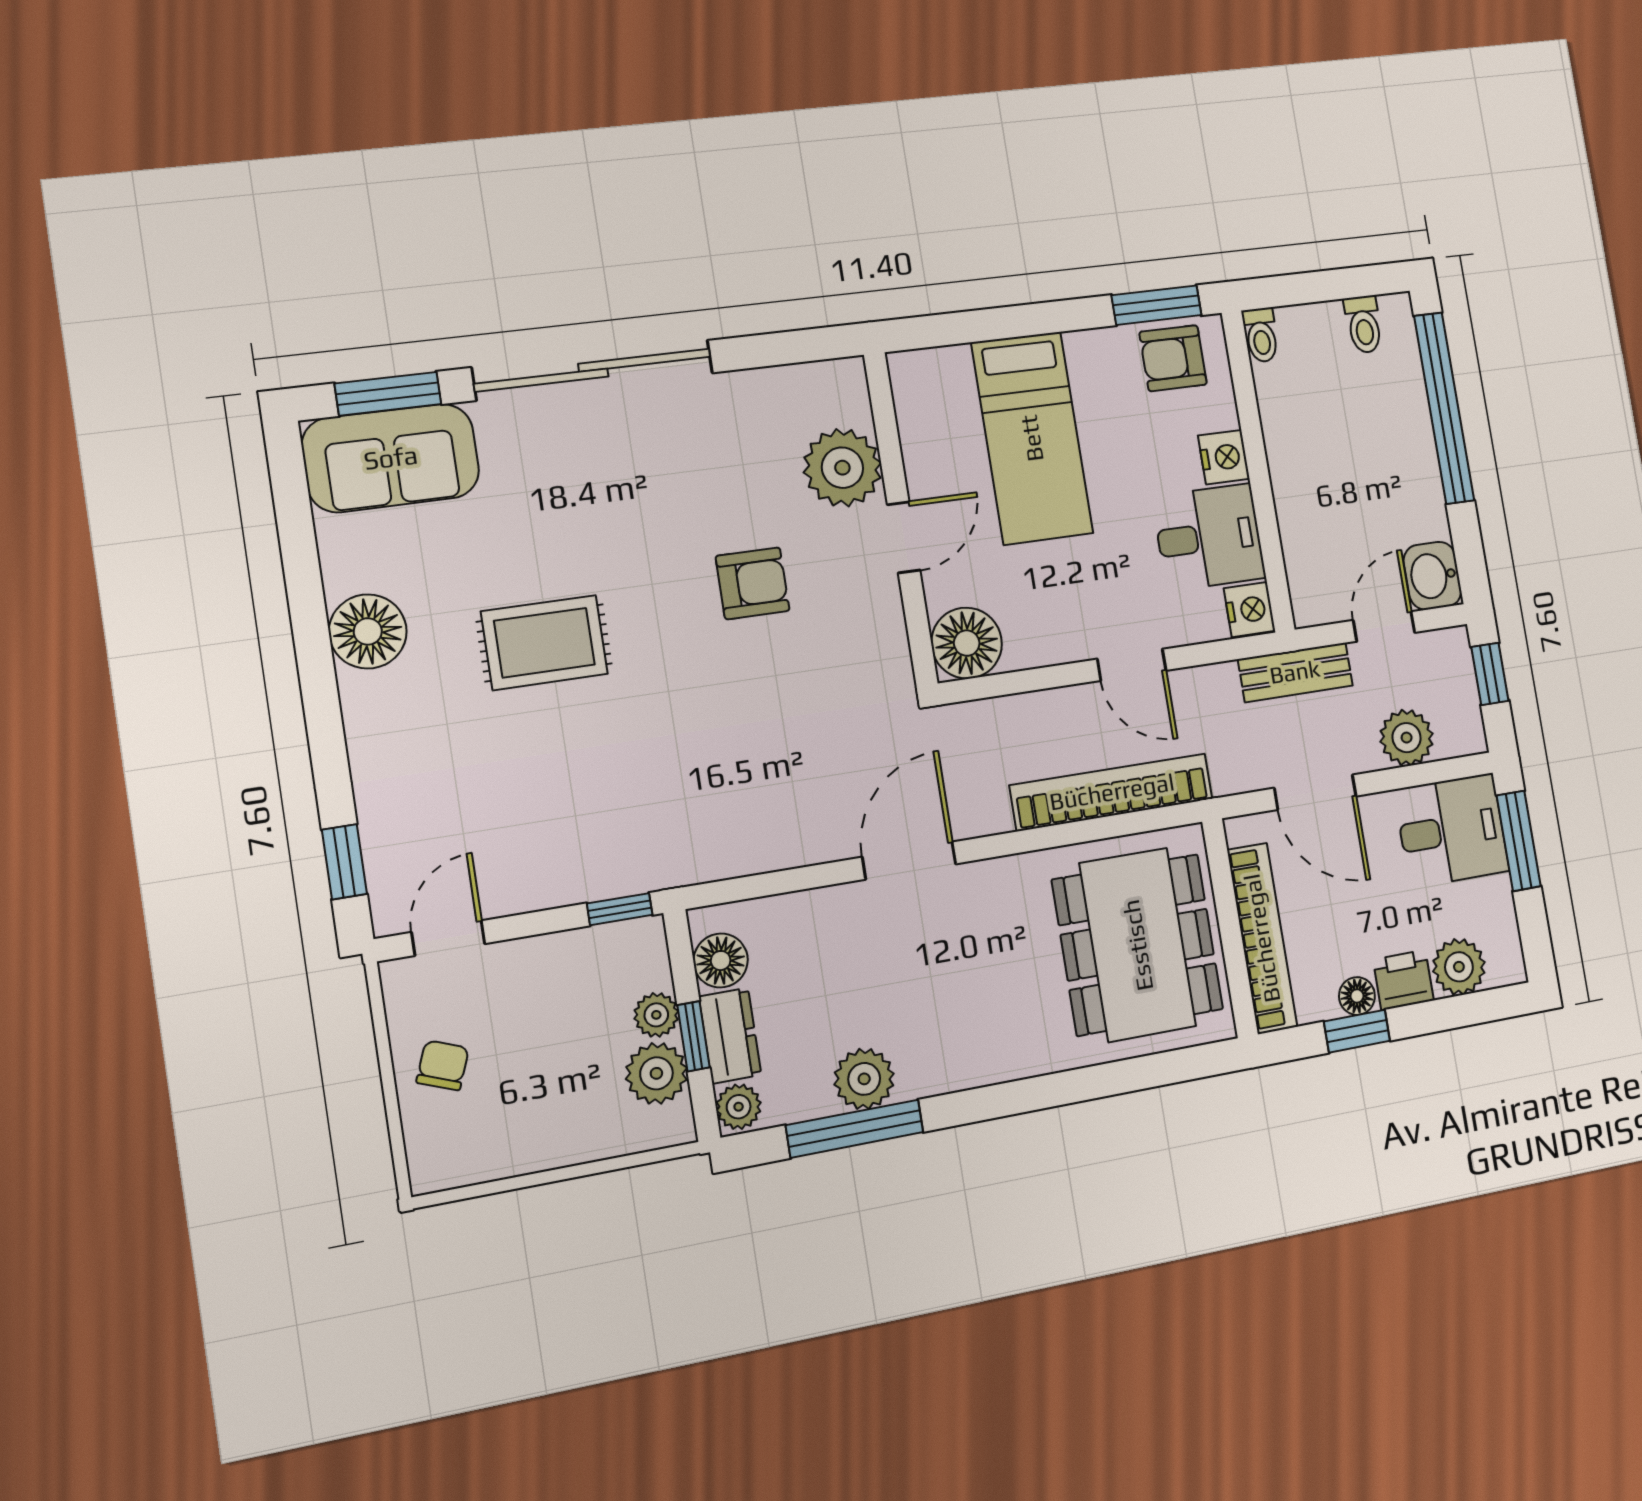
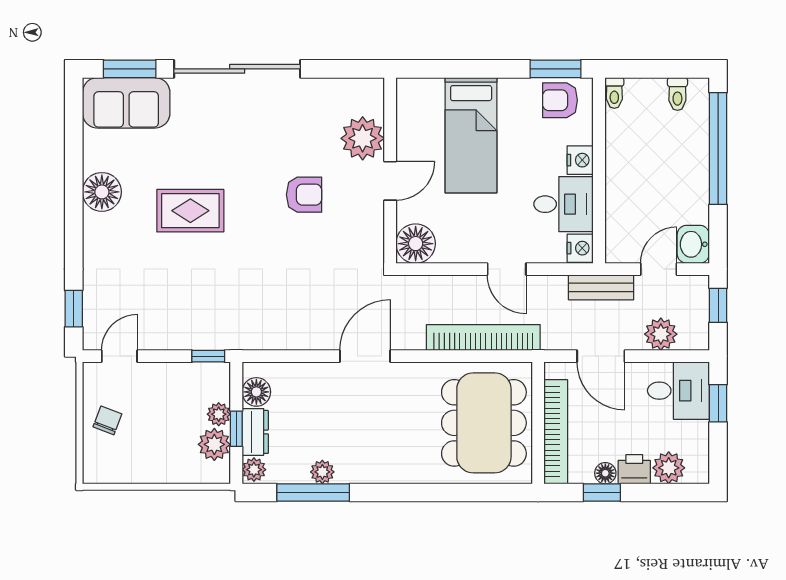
window: (1519, 841) -> (718, 403), width x0.67
plant: (864, 1079) -> (322, 472), width x0.73, depth x0.73

